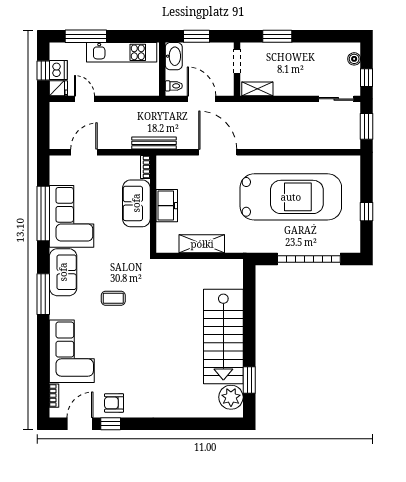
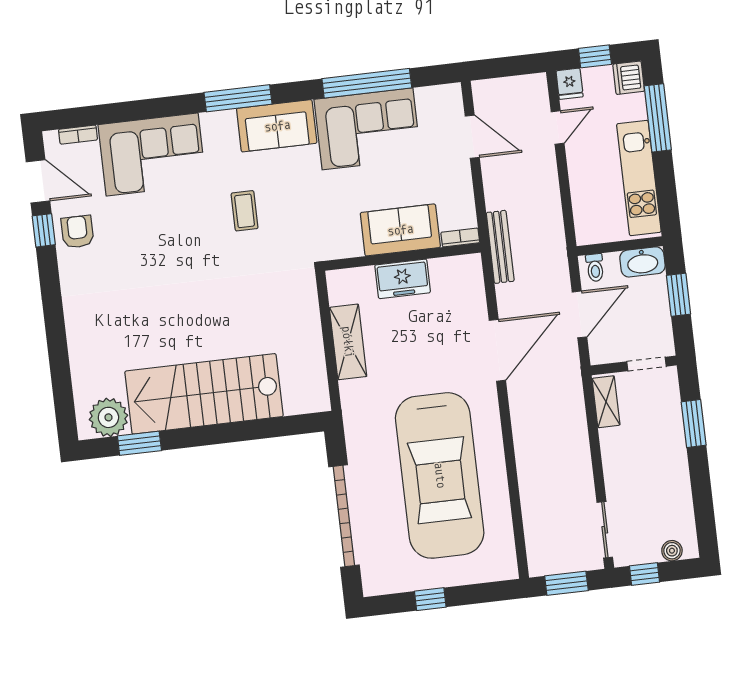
dishwasher: (58, 70) -> (629, 78), moved, turned 90

